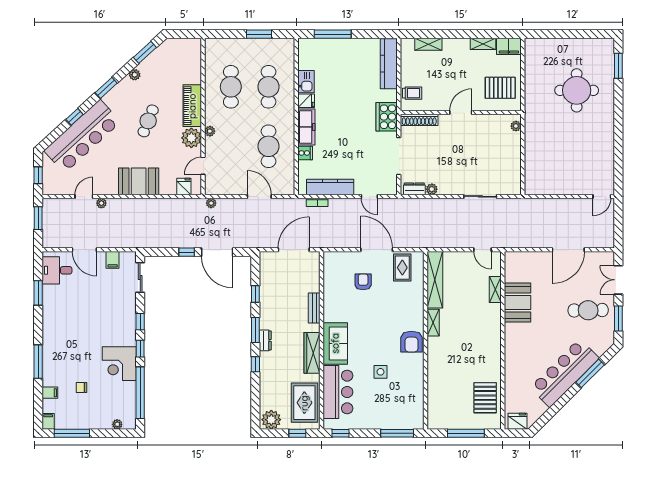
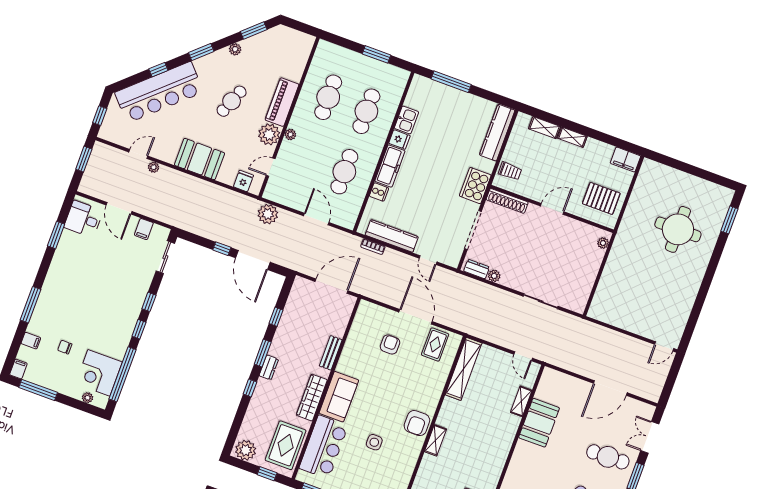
shelving: (483, 44) -> (572, 137), moved
plant: (211, 203) -> (268, 214), width x1.88, depth x1.88
shelving: (433, 323) -> (436, 440), moved
corner desk: (119, 364) -> (99, 373), moved

